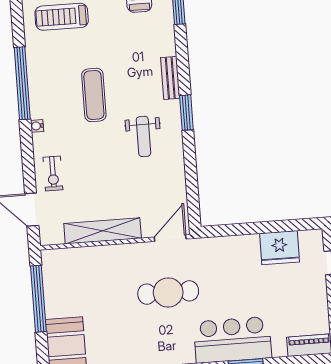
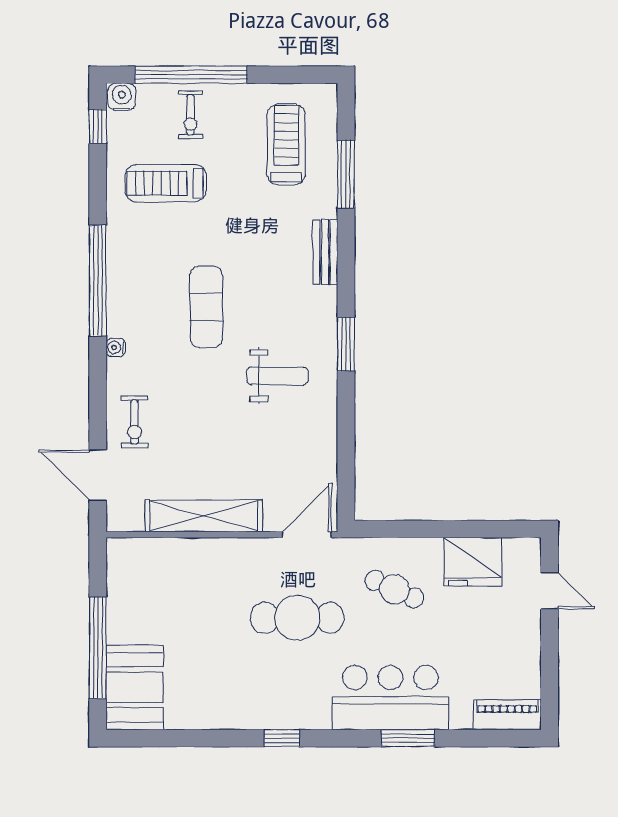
bench: (170, 78) -> (325, 252), moved
weight bench: (143, 136) -> (277, 376), turned -90
cafe table: (230, 269) -> (394, 589), added
window: (38, 299) -> (98, 648), moved

